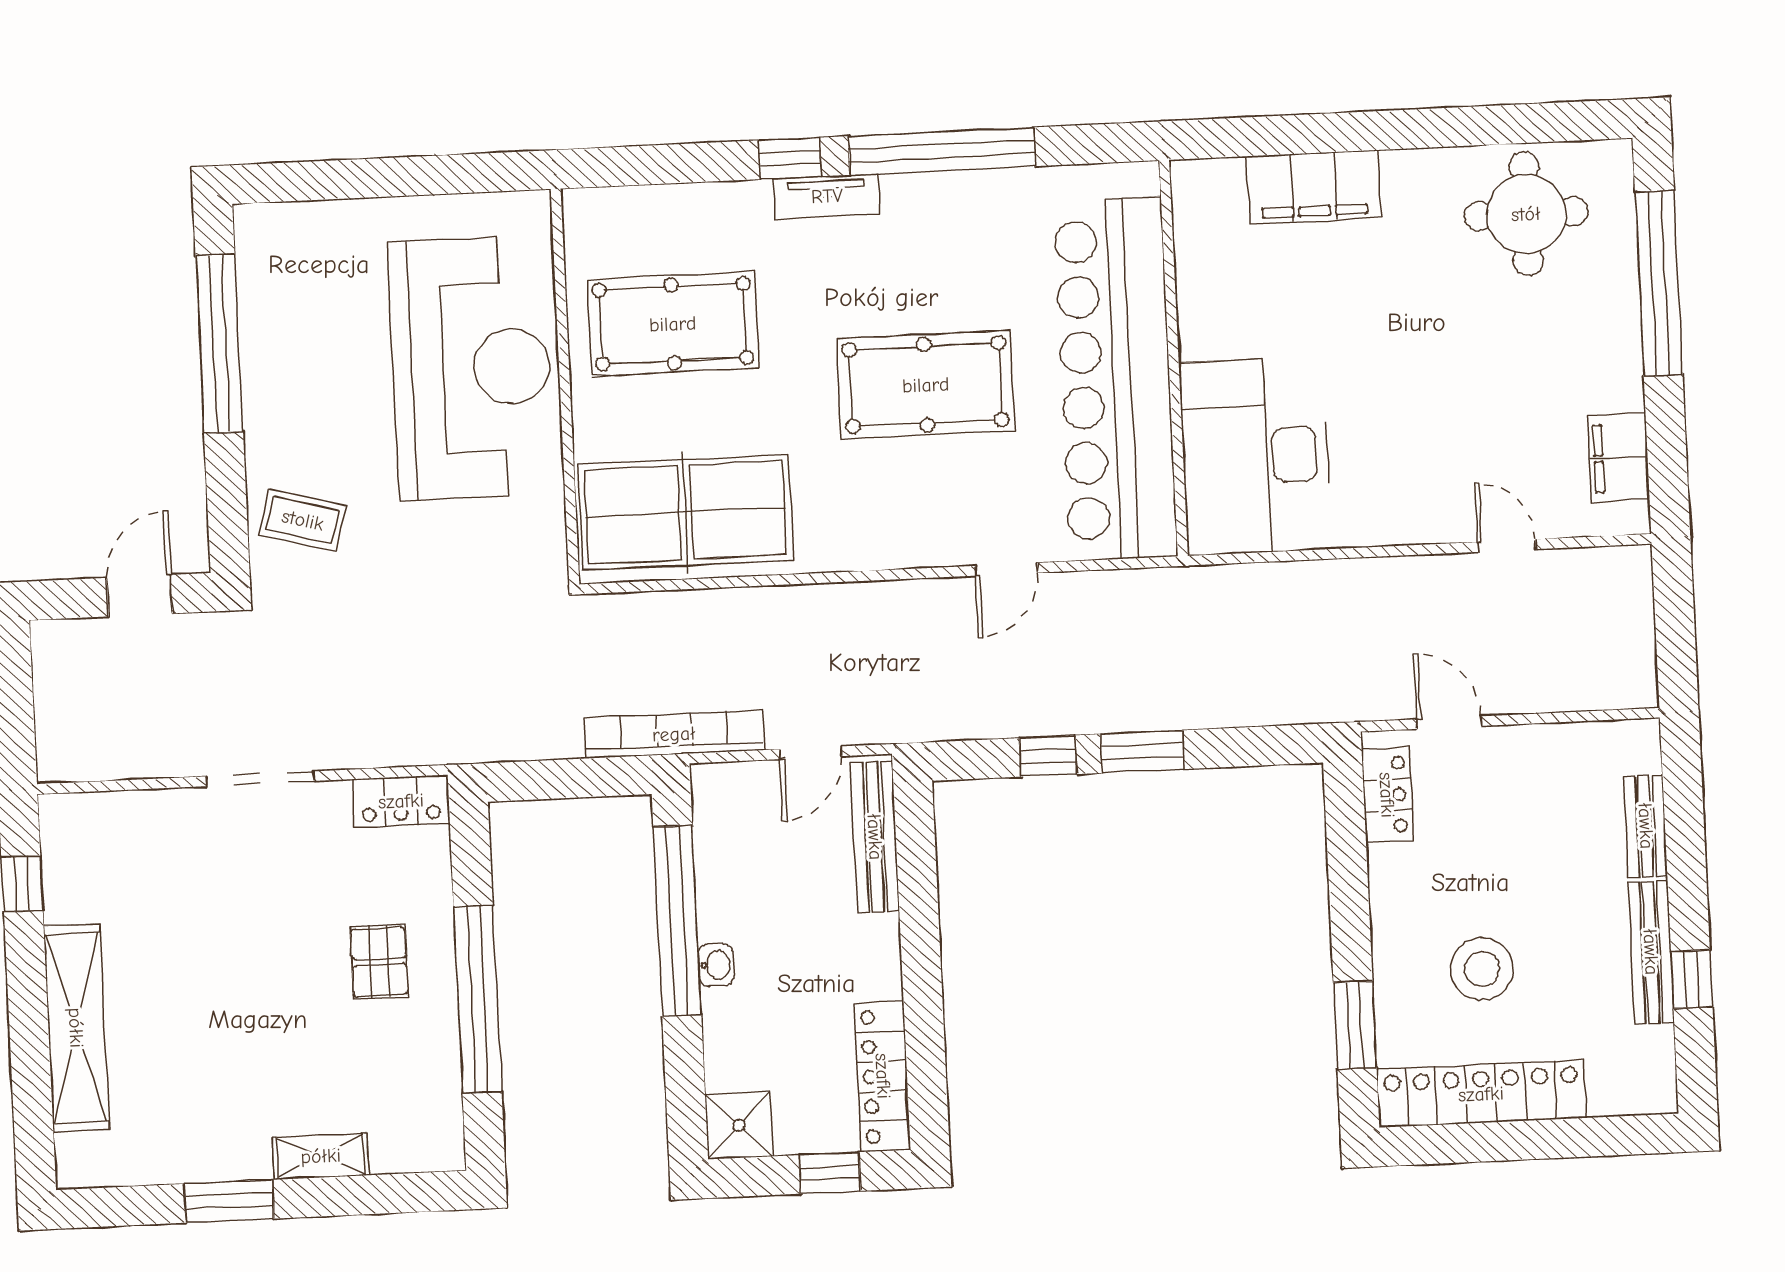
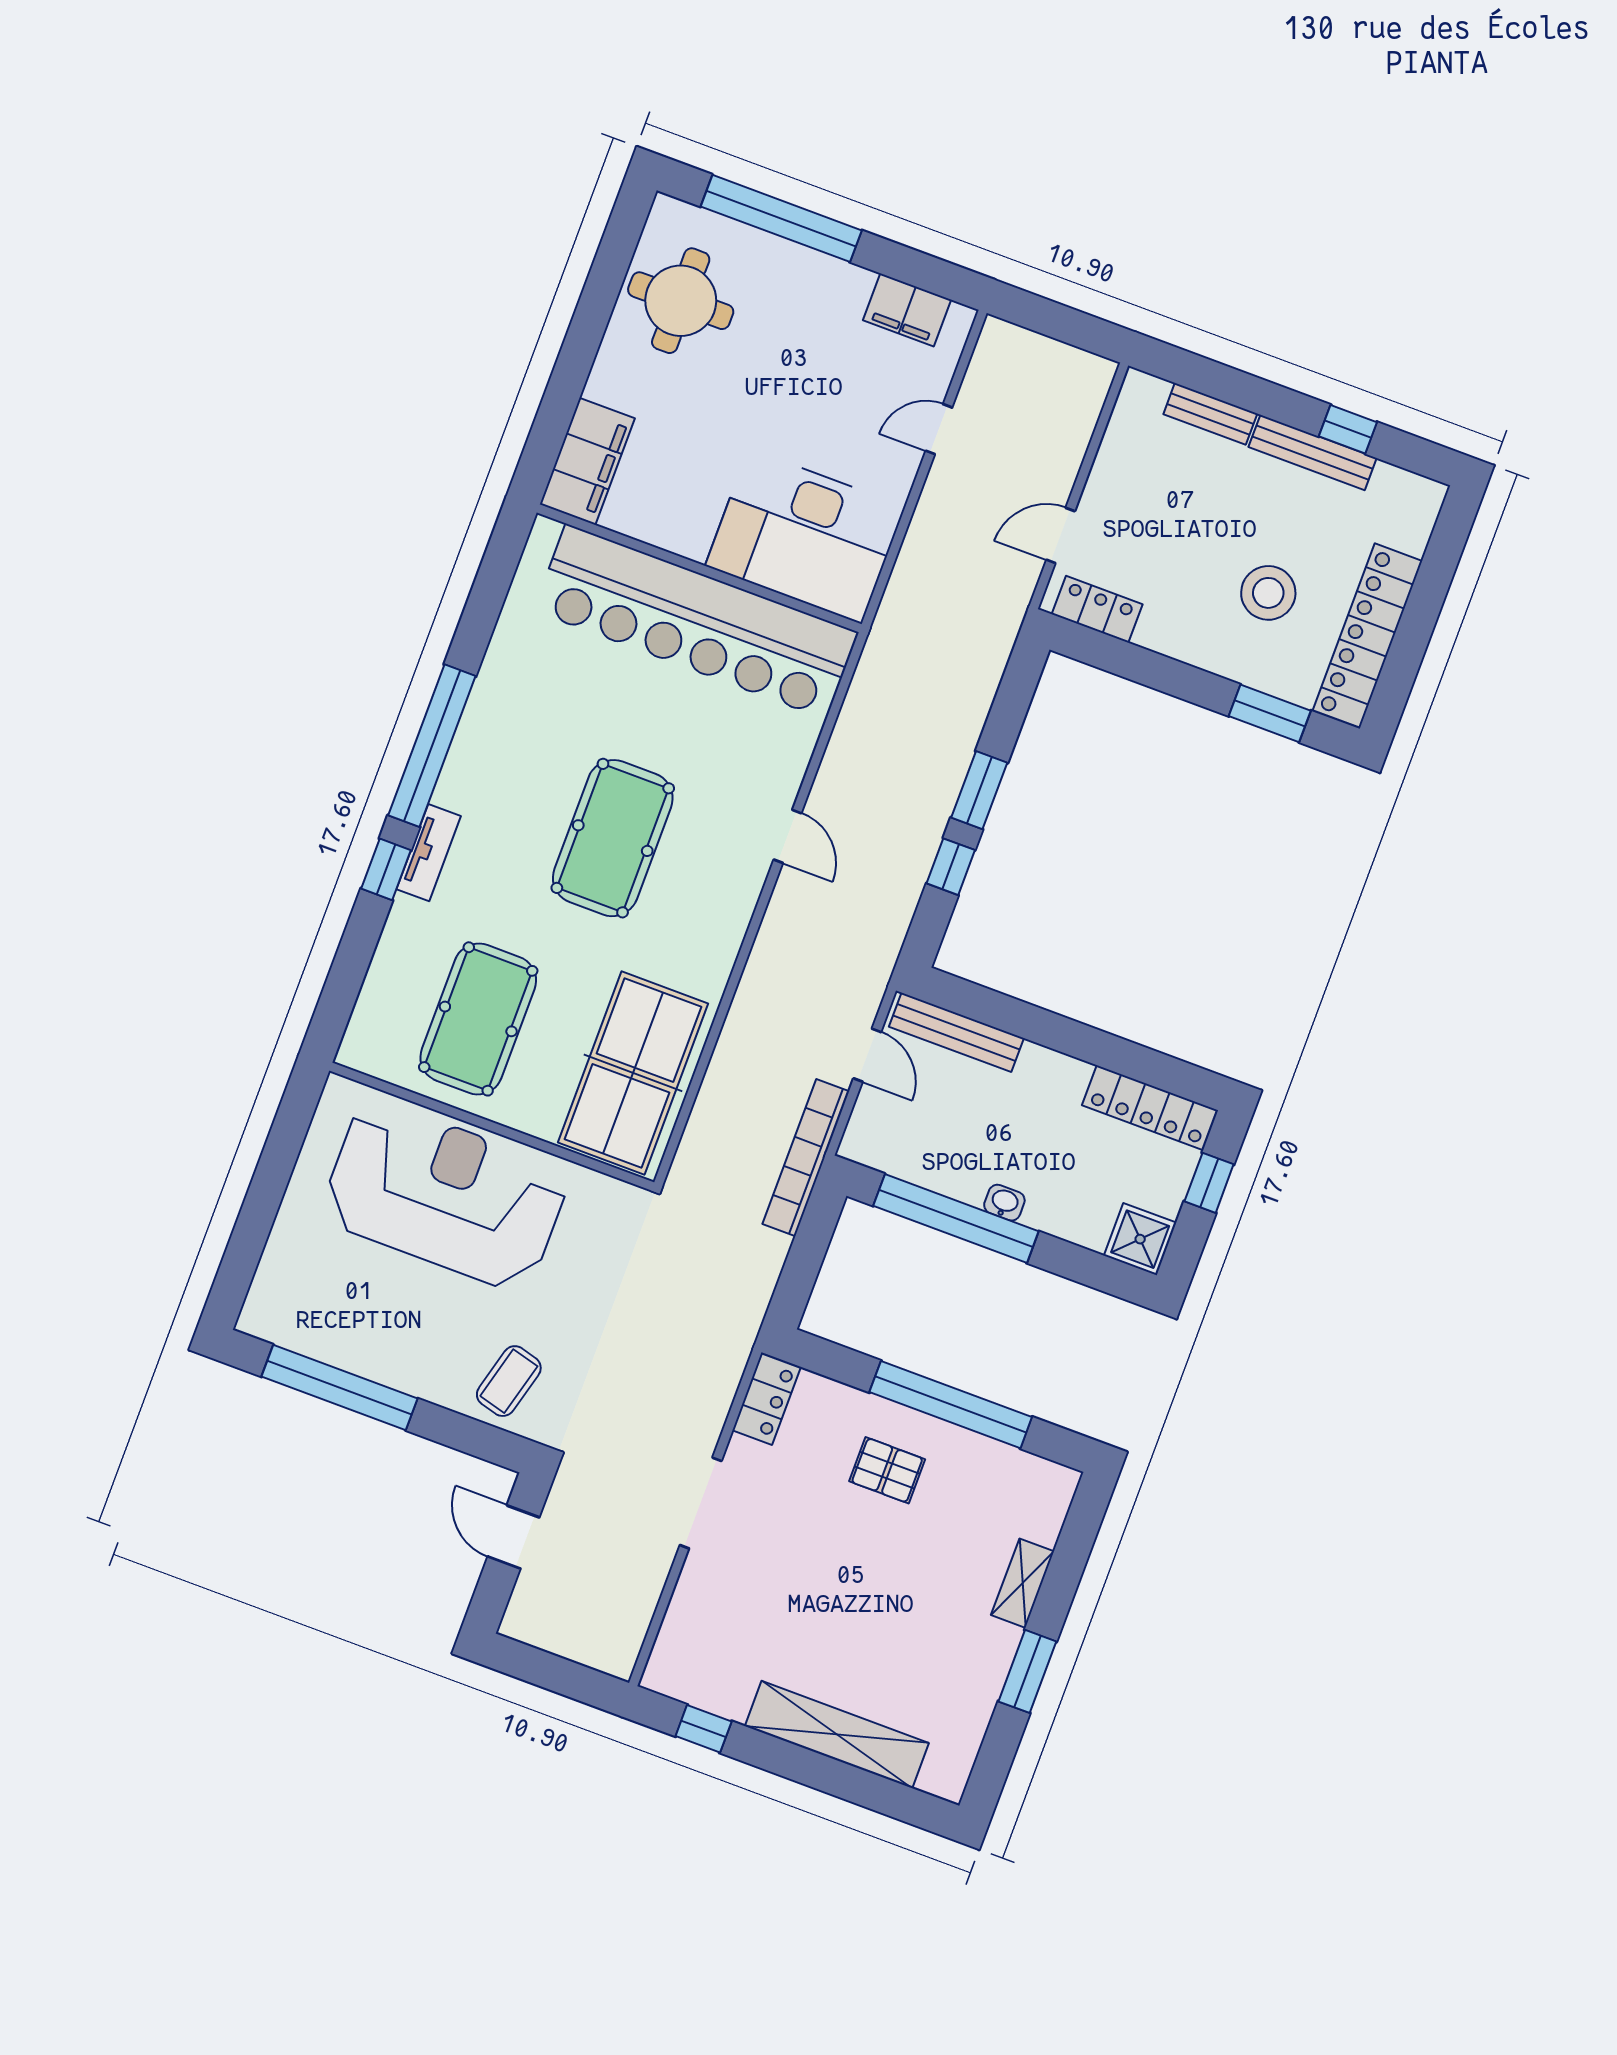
wall: (1173, 358) -> (699, 568), moved
bar counter: (1116, 379) -> (696, 621), moved
desk: (1255, 456) -> (805, 536), moved

